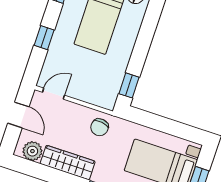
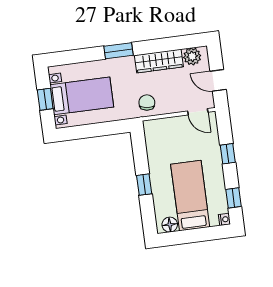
window: (129, 85) -> (144, 185), moved
door: (53, 94) -> (198, 112), hinge flipped

